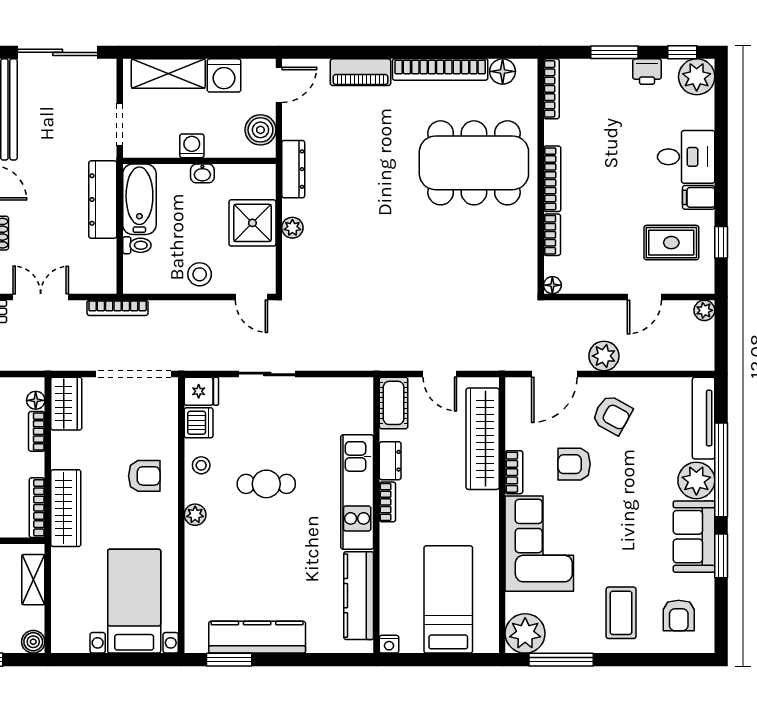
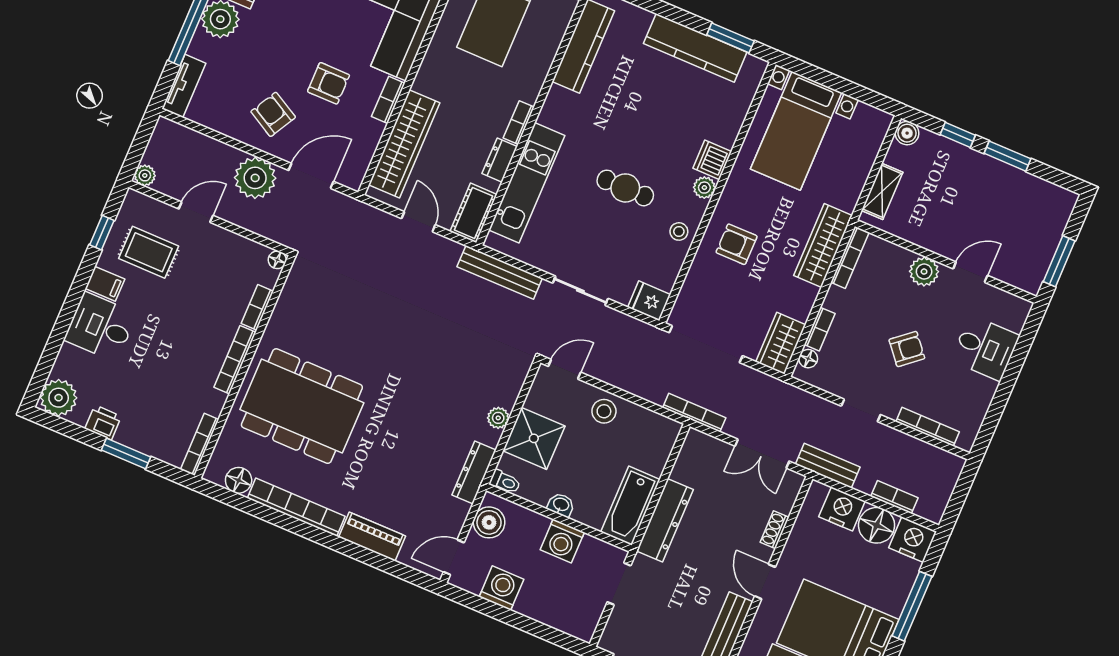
window: (682, 52) -> (62, 426), removed
shelving: (168, 73) -> (553, 612), removed
washing machine: (192, 146) -> (562, 541), width x1.38, depth x1.38
toilet: (137, 245) -> (505, 482), moved, turned 180
door: (251, 297) -> (564, 369), hinge flipped
plant: (604, 356) -> (255, 178), width x1.36, depth x1.36
bench: (347, 359) -> (500, 272), added
tv unit: (704, 418) -> (184, 86), width x0.71
dishwasher: (199, 423) -> (712, 160), moved
kitchen unit: (357, 492) -> (527, 183), moved

